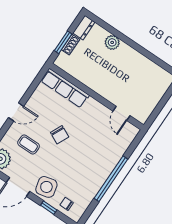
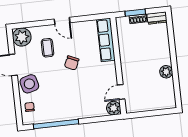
plant: (112, 42) -> (166, 72), moved
plant: (130, 132) -> (114, 108), added
window: (111, 179) -> (56, 124), moved
window: (49, 208) -> (17, 97), removed

